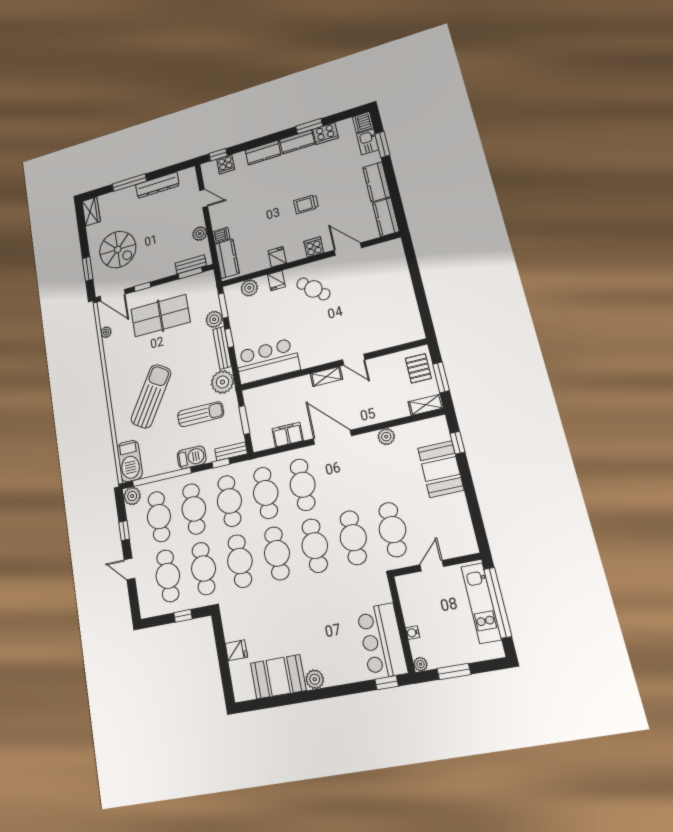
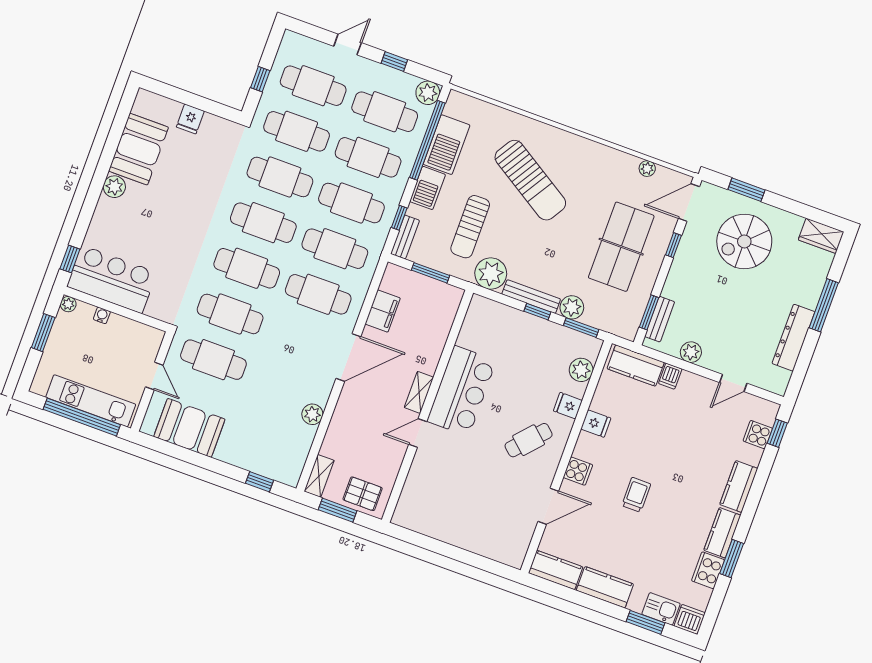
bar counter: (267, 361) -> (462, 391), moved
barbecue: (130, 461) -> (447, 145), moved, turned -90
booth: (441, 469) -> (189, 428), moved

